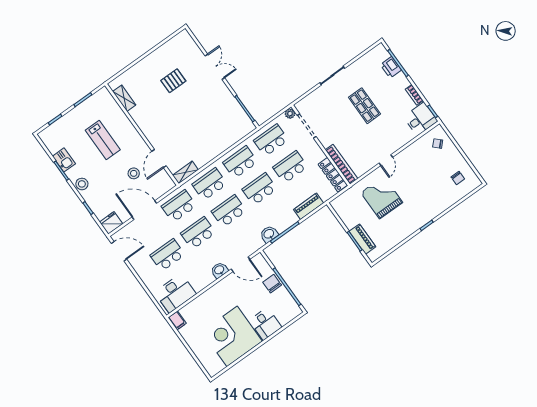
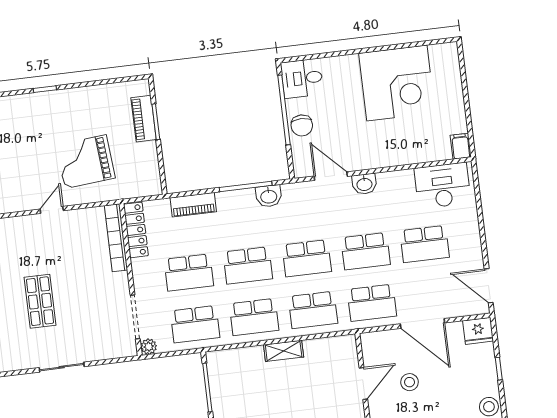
shelving: (185, 172) -> (284, 351), moved
grand piano: (382, 197) -> (86, 162), turned 85
desk: (265, 324) -> (302, 78), moved, turned -90

